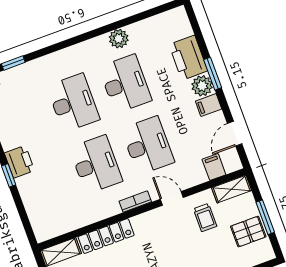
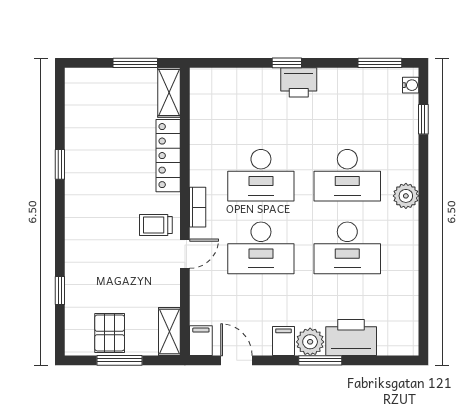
plant: (119, 39) -> (406, 196), moved
filing cabinet: (214, 167) -> (201, 341), moved, turned -90
trolley: (205, 218) -> (156, 225), moved

